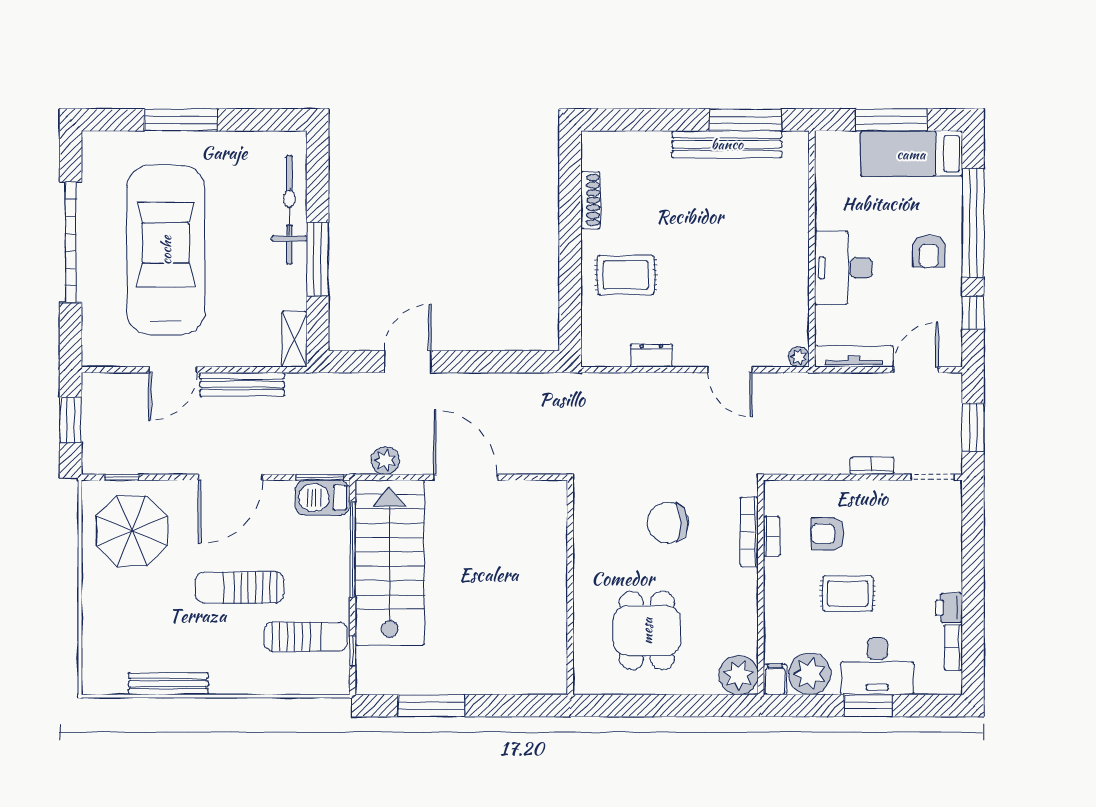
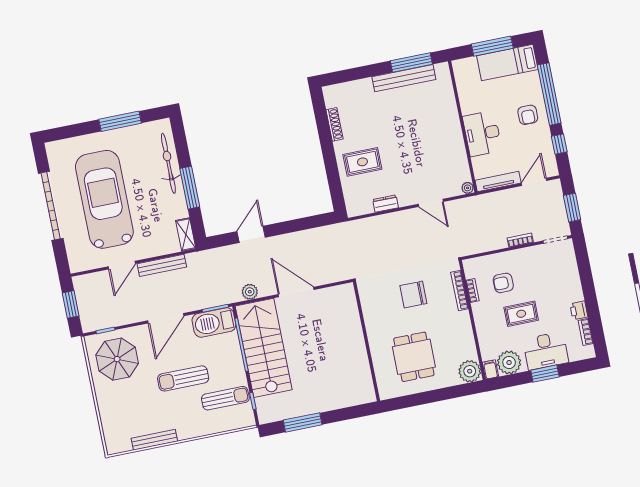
window: (181, 120) -> (120, 121), moved
barbecue: (323, 498) -> (214, 323), width x1.37, depth x1.21

